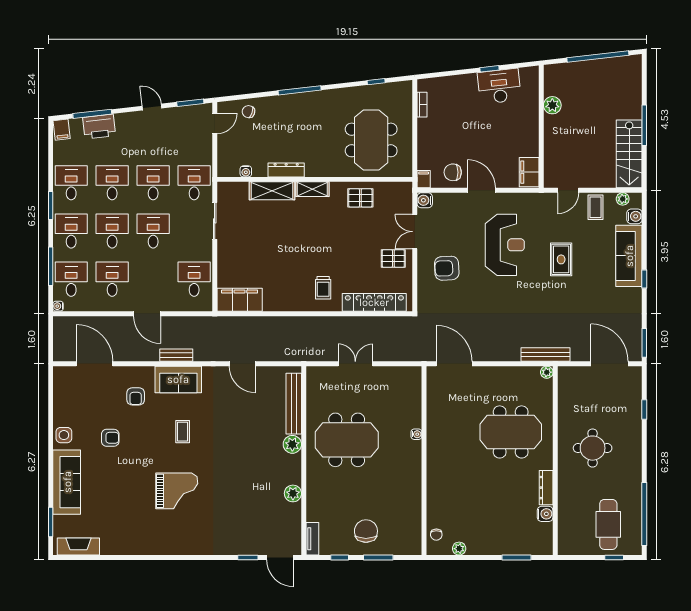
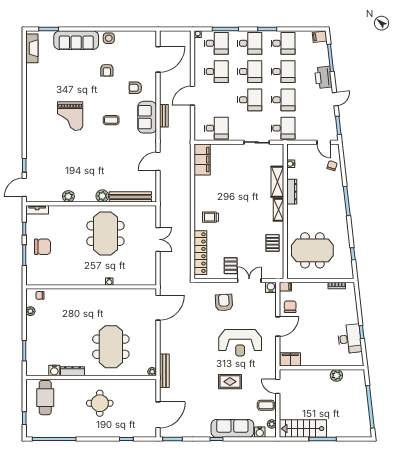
printer: (99, 127) -> (323, 77), moved
cafe table: (608, 524) -> (45, 398), moved, turned 90

